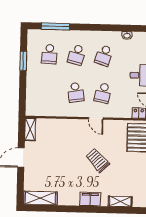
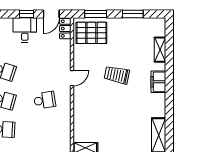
school desk: (103, 93) -> (45, 71), removed
trolley: (98, 160) -> (117, 75), turned 55

